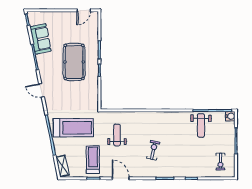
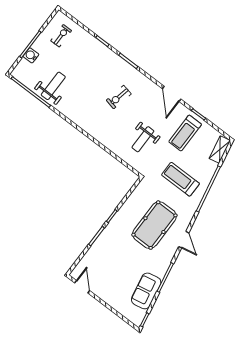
door: (84, 10) -> (82, 287), hinge flipped
pool table: (74, 62) -> (154, 225), moved
water cooler: (230, 116) -> (31, 55), moved
treadmill: (73, 128) -> (180, 179), width x0.73, depth x0.73

